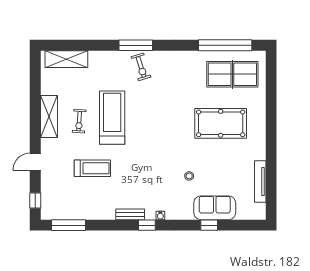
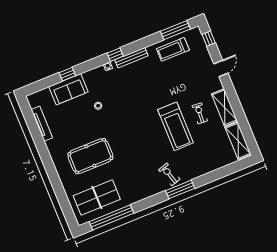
shelving: (66, 59) -> (238, 141), moved, turned 90
treadmill: (92, 168) -> (173, 49), moved
bench: (130, 214) -> (131, 58), width x1.36

